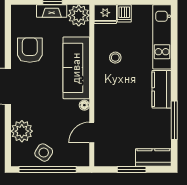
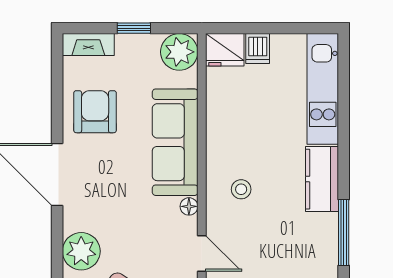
fireplace: (52, 11) -> (88, 44), moved
stool: (115, 58) -> (241, 189), moved
door: (92, 132) -> (202, 253), swing flipped

